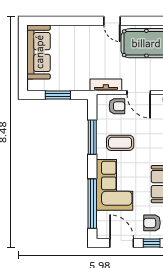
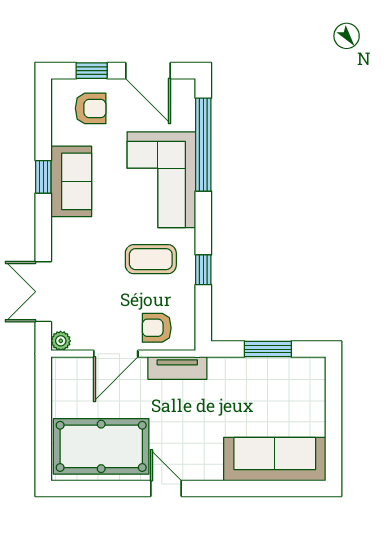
sofa: (39, 52) -> (275, 459), moved, turned 90
door: (139, 93) -> (116, 354), swing flipped
window: (92, 137) -> (203, 270), width x0.46

